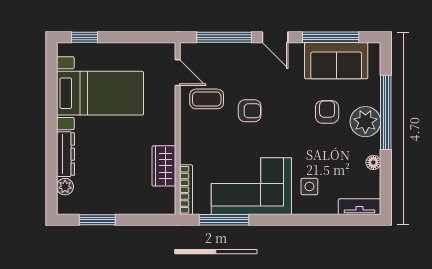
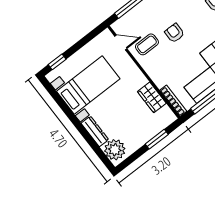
armchair: (250, 111) -> (174, 33), turned -90
plant: (65, 187) -> (115, 150), width x1.88, depth x1.88
window: (97, 220) -> (157, 139), moved

